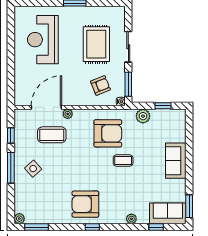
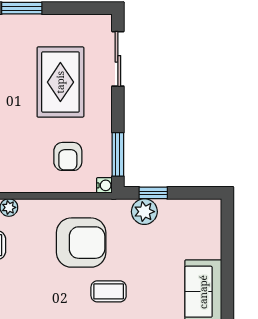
sliding door: (128, 47) -> (118, 59), moved
armchair: (100, 85) -> (68, 156), turned 112
window: (163, 106) -> (153, 193), moved

